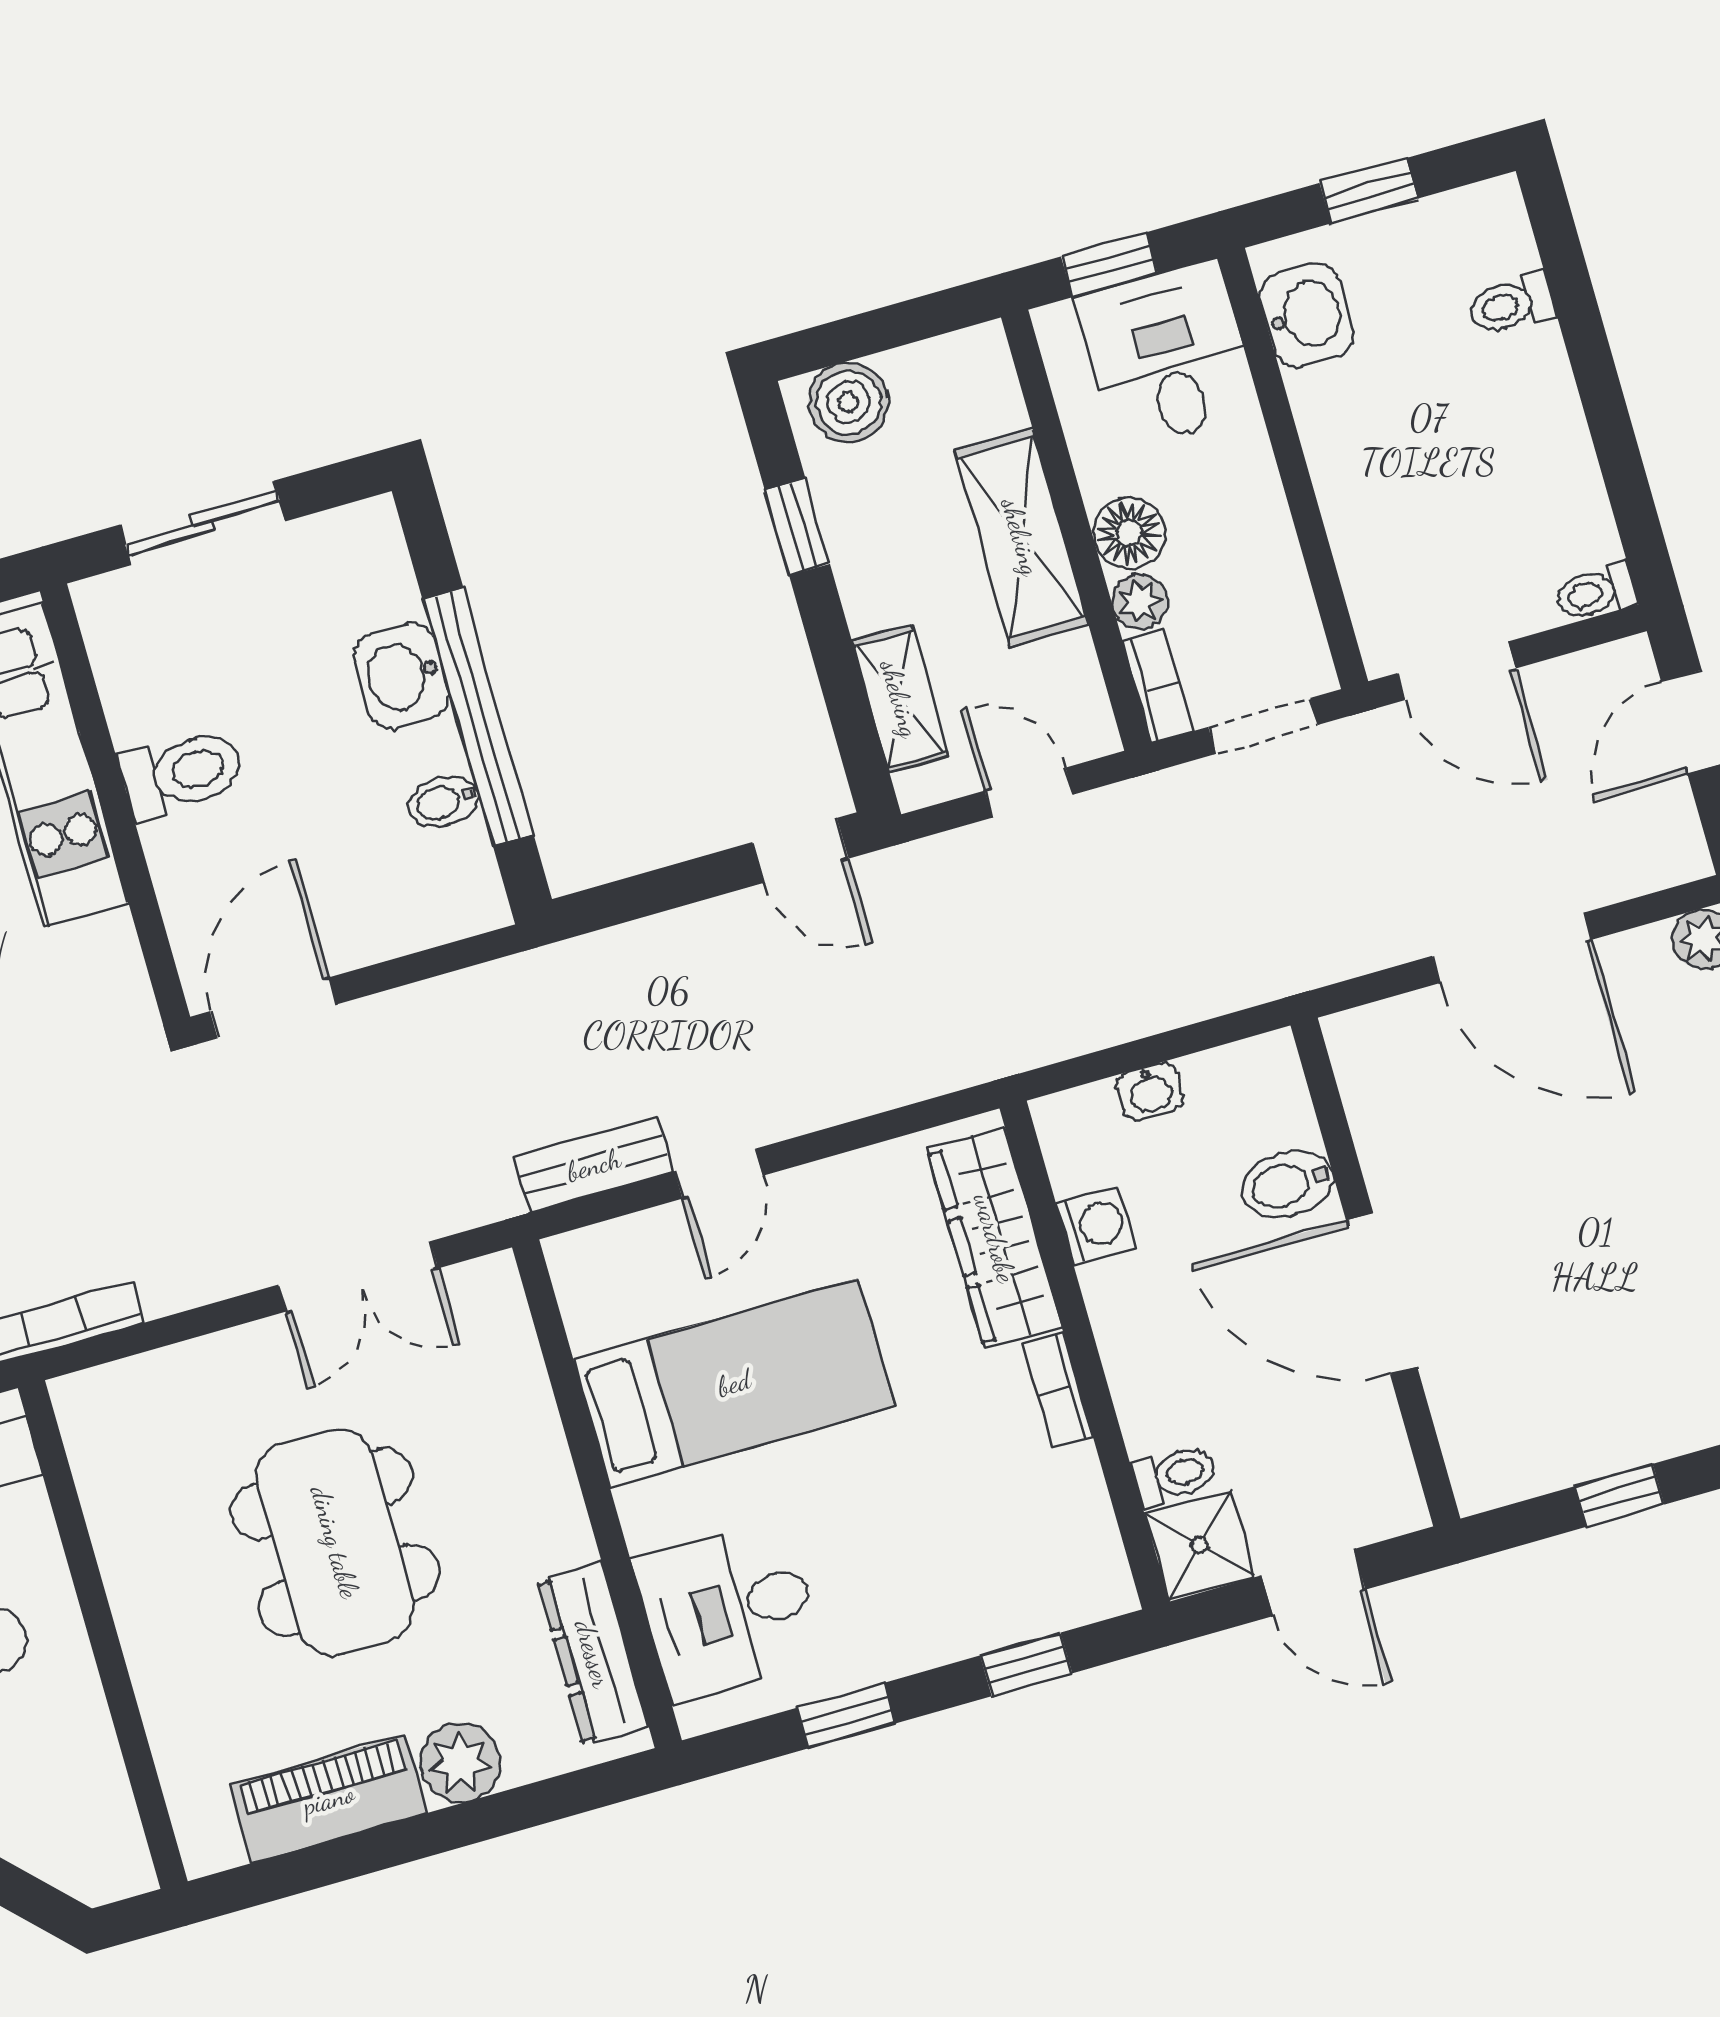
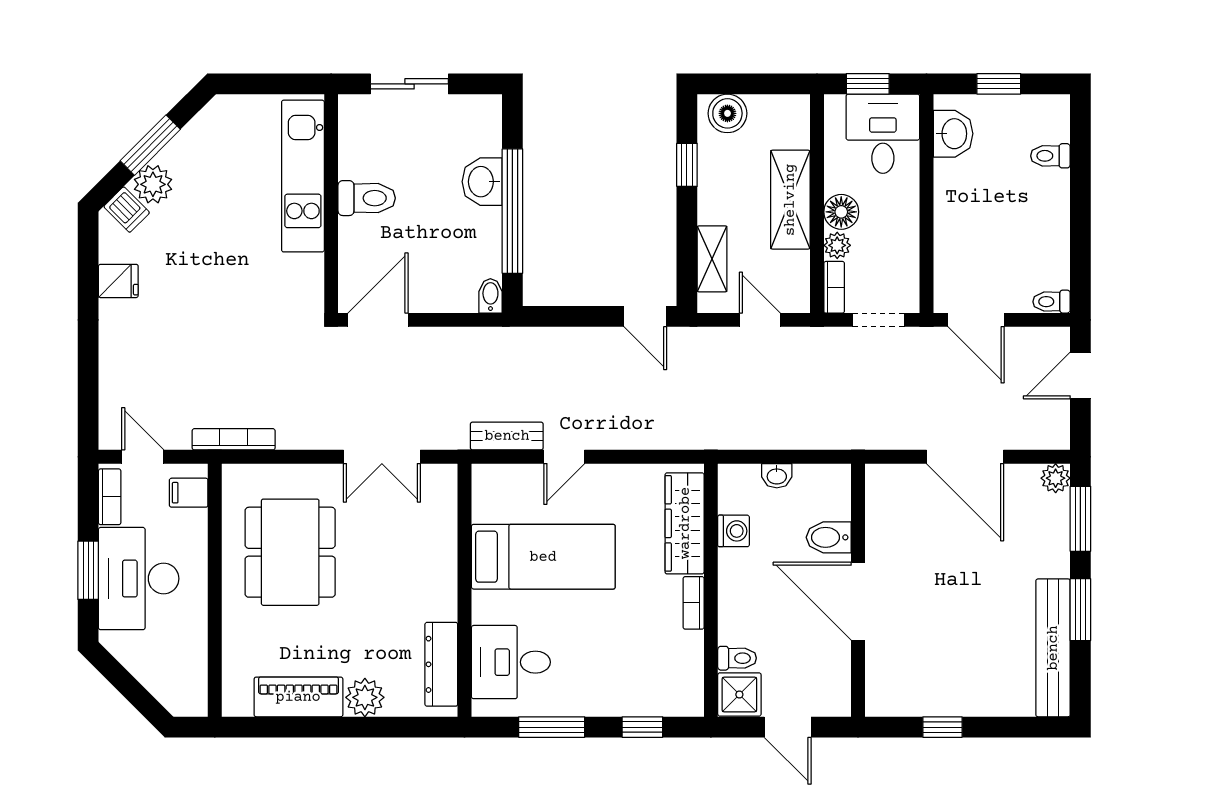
bidet: (443, 802) -> (490, 296), moved, turned 90
dining table: (335, 1542) -> (290, 552), moved
window: (846, 1716) -> (552, 727), width x1.50

